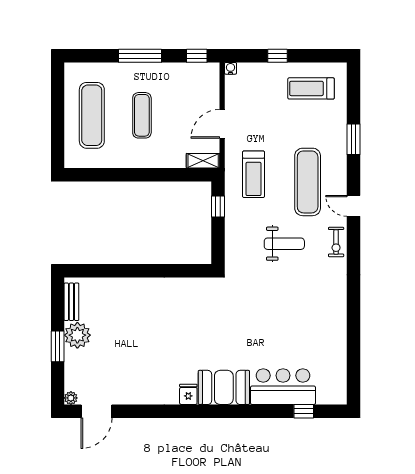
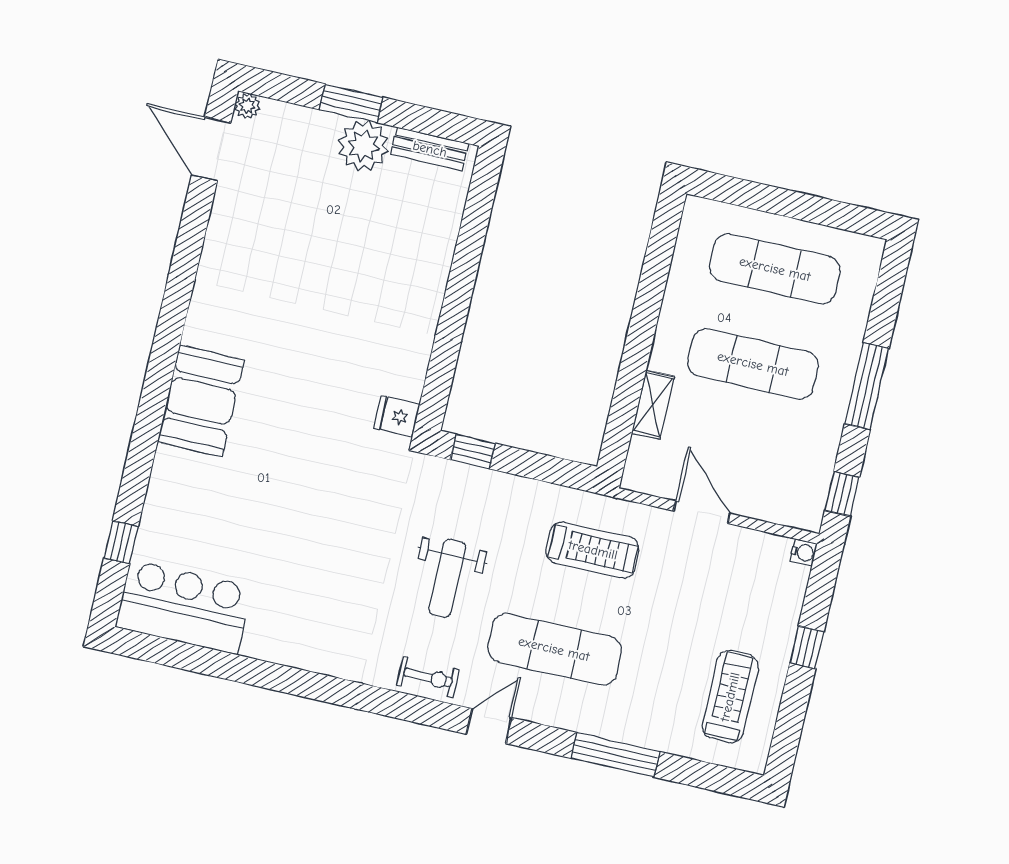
exercise mat: (142, 115) -> (753, 364), width x1.36, depth x1.45
window: (353, 139) -> (616, 755), width x1.44
shelving: (203, 161) -> (653, 405), moved
treadmill: (254, 174) -> (593, 550), turned 180
window: (218, 206) -> (473, 452), moved
exercise bike: (336, 242) -> (428, 677), turned 180
bar counter: (283, 387) -> (184, 607), moved, turned -90
fridge: (188, 394) -> (397, 416), moved, turned 180

